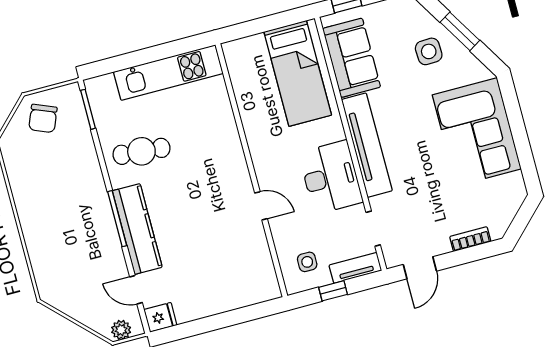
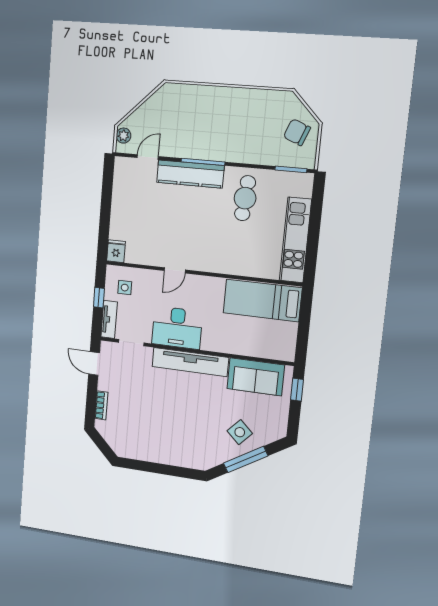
window: (460, 31) -> (246, 460), width x1.44
side table: (429, 51) -> (240, 432), turned 45
bed: (298, 73) -> (262, 300), moved
corner sofa: (477, 132) -> (172, 441), removed
fridge: (160, 317) -> (116, 251), moved, turned 180

